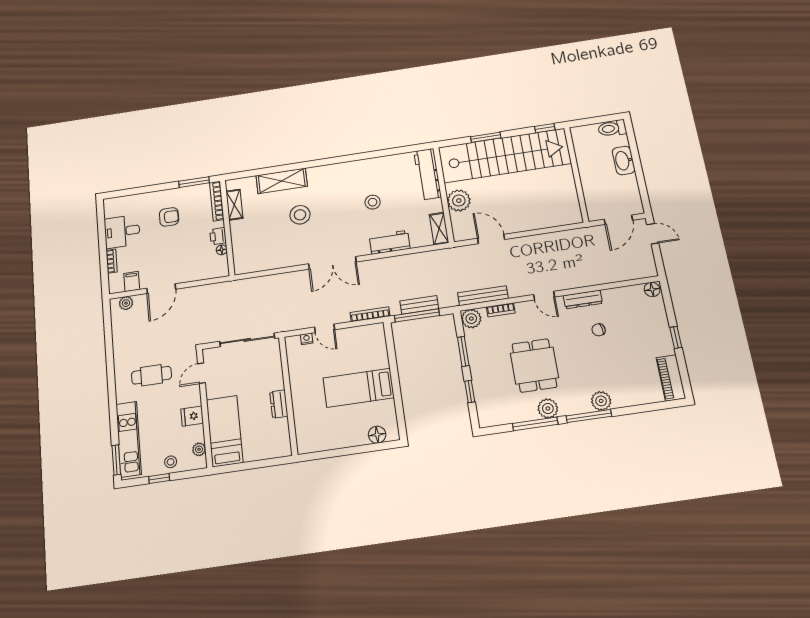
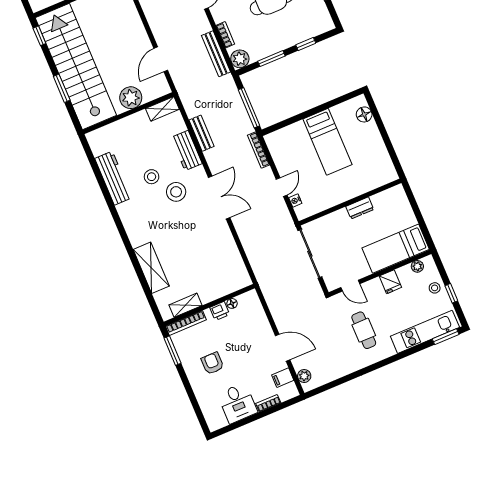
workbench: (428, 174) -> (113, 178), moved, turned -90
stool: (300, 215) -> (176, 192), moved
bench: (419, 305) -> (202, 133), moved

